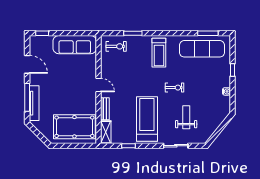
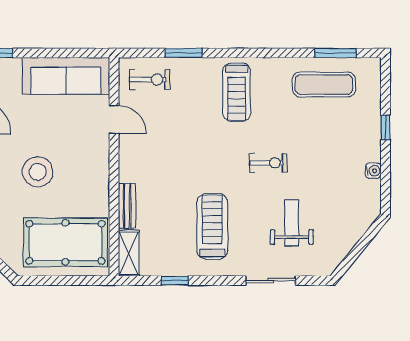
exercise mat: (202, 49) -> (324, 84), width x0.73, depth x0.69
door: (98, 85) -> (114, 119), moved
stool: (61, 92) -> (38, 172), added
treadmill: (147, 119) -> (212, 227), width x0.73, depth x0.73

